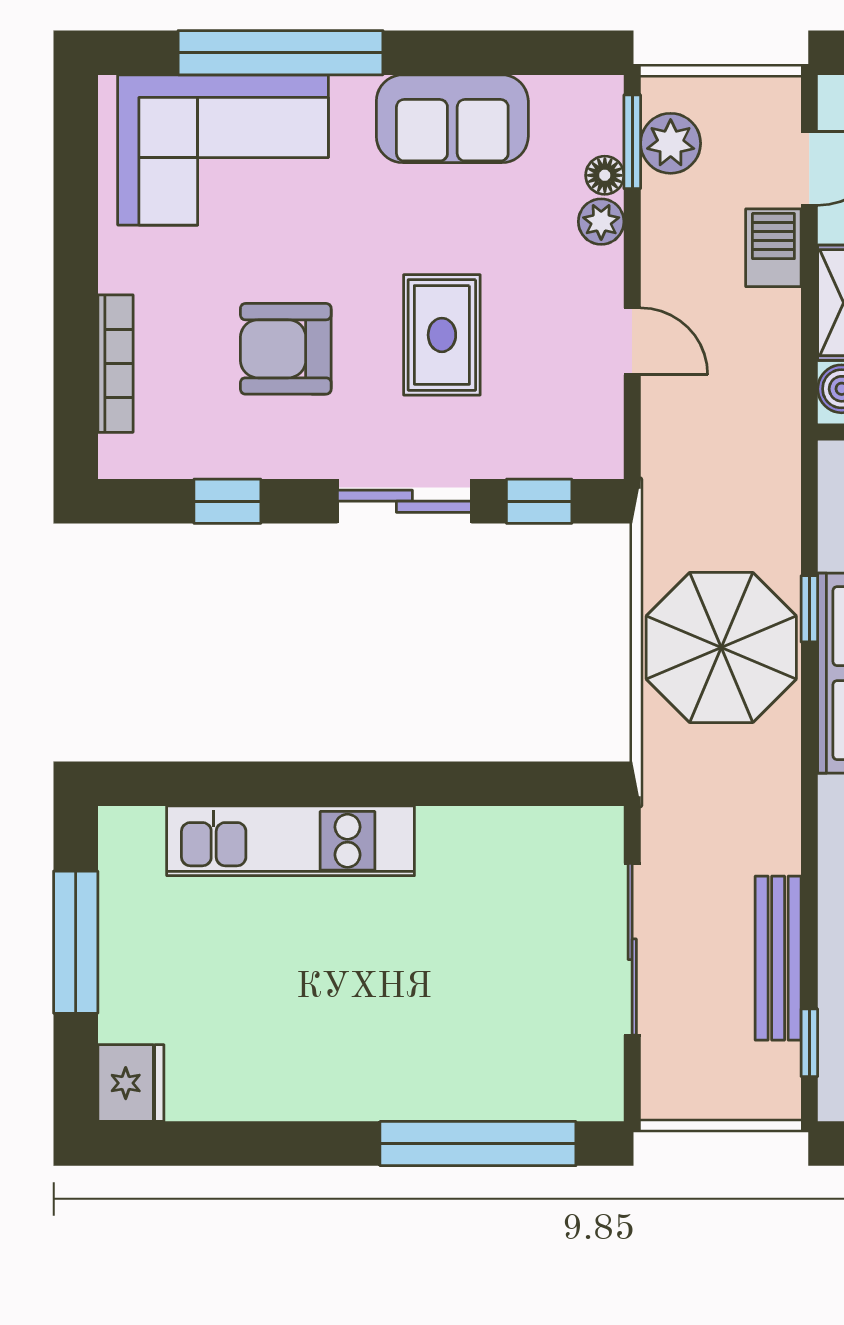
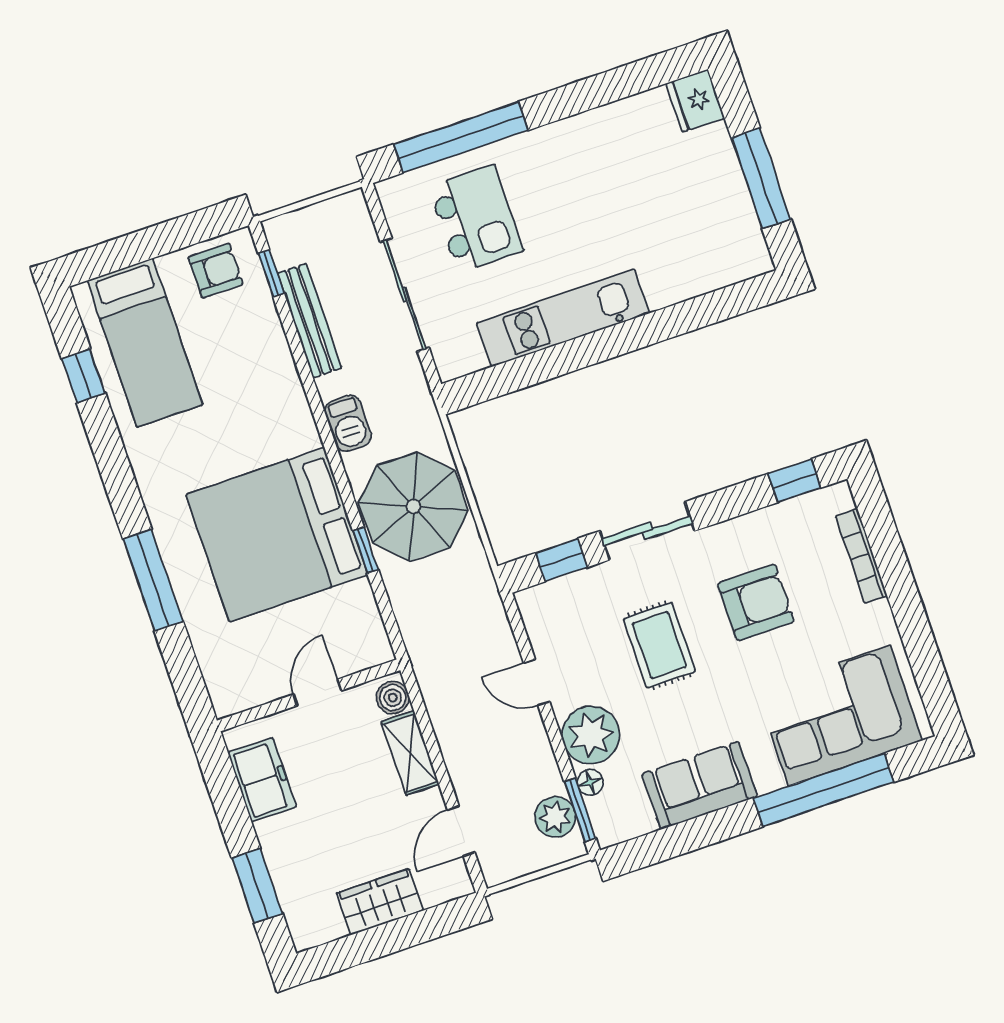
plant: (601, 222) -> (591, 735), width x1.88, depth x1.88
barbecue: (773, 248) -> (348, 423), moved
window: (227, 501) -> (794, 481), moved
kitchen unit: (291, 841) -> (563, 318), moved
kitchen island: (496, 1022) -> (476, 219), added

